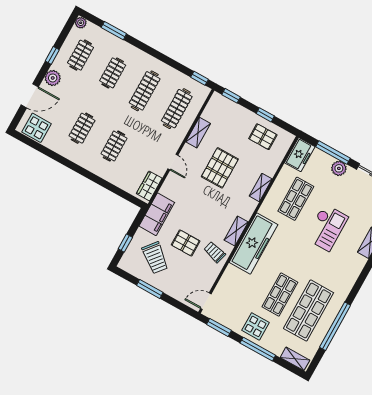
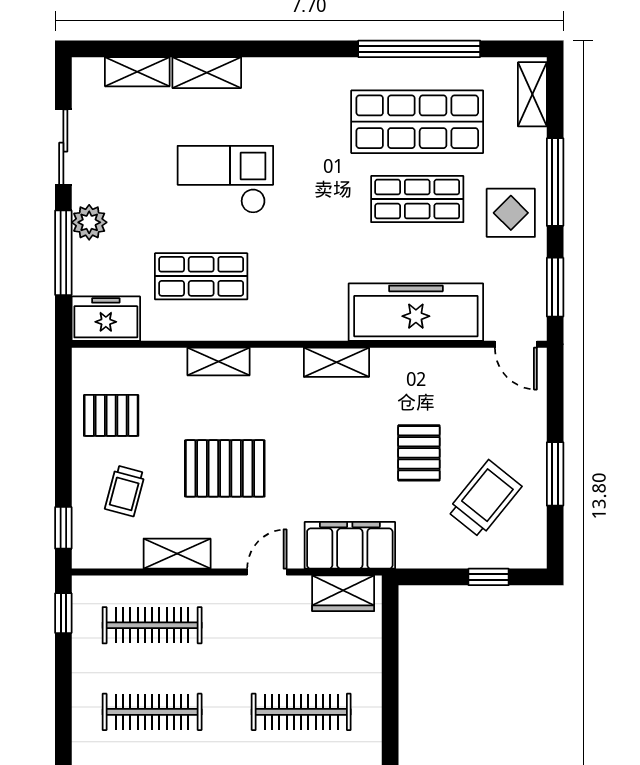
window: (265, 115) -> (63, 436), removed
pallet: (263, 137) -> (111, 415), turned 90
clothes rail: (114, 146) -> (301, 712), width x1.36
filing cabinet: (157, 214) -> (350, 545), moved
freezer: (254, 244) -> (416, 312), moved
trolley: (215, 252) -> (125, 491), moved

